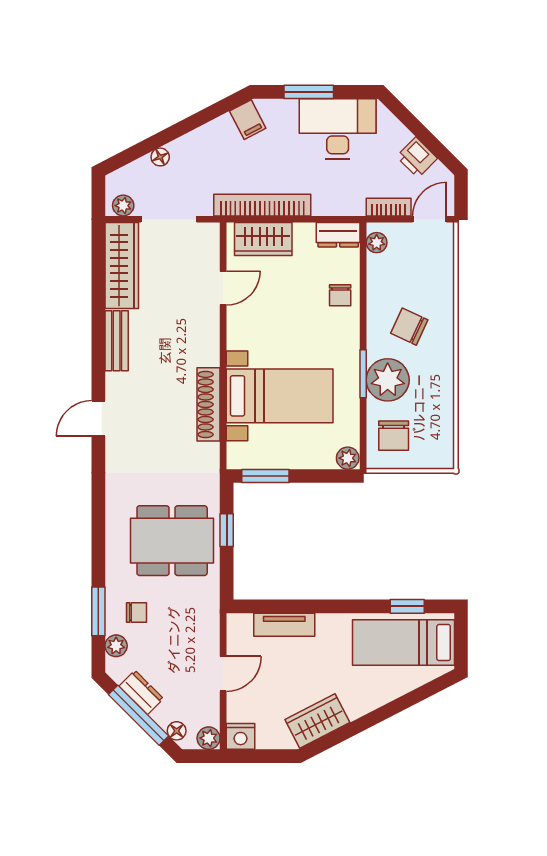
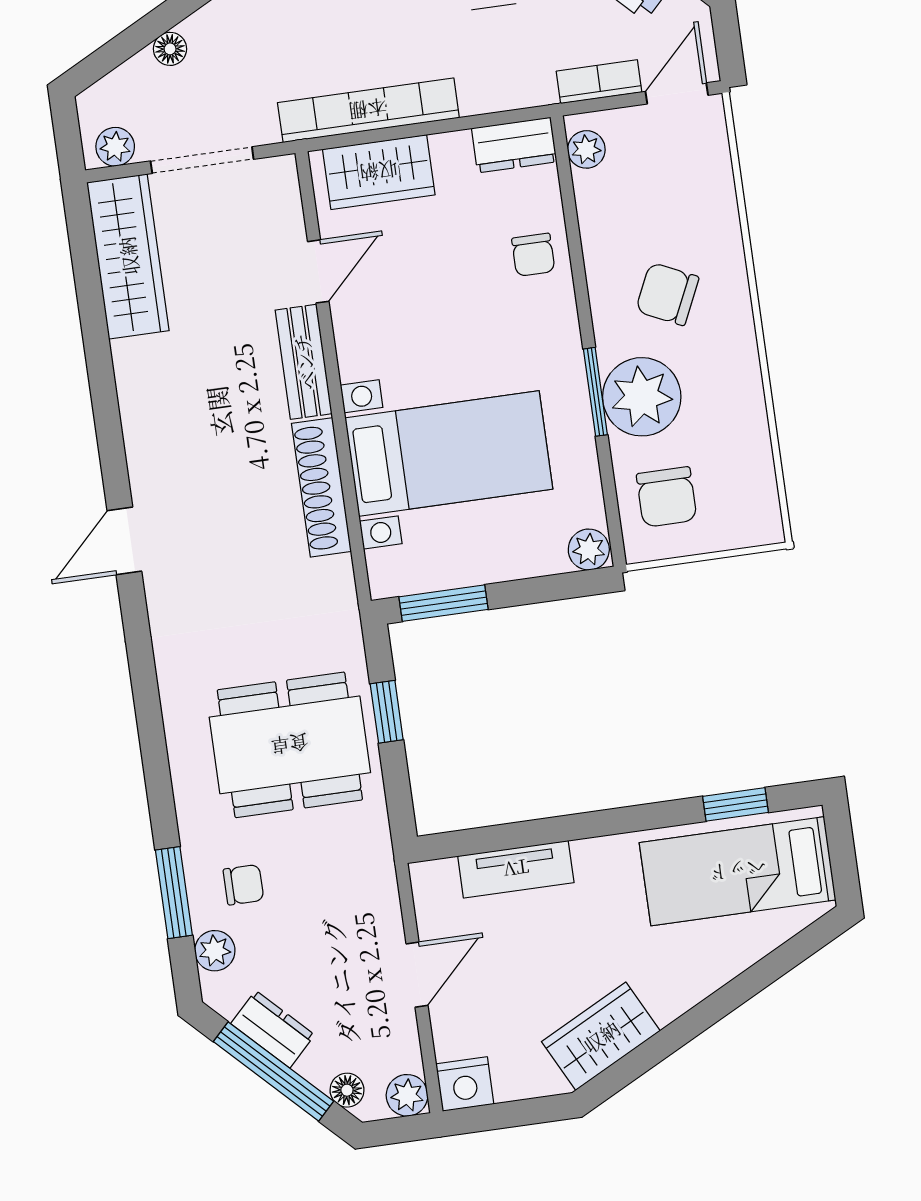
bench: (117, 341) -> (304, 362), moved

